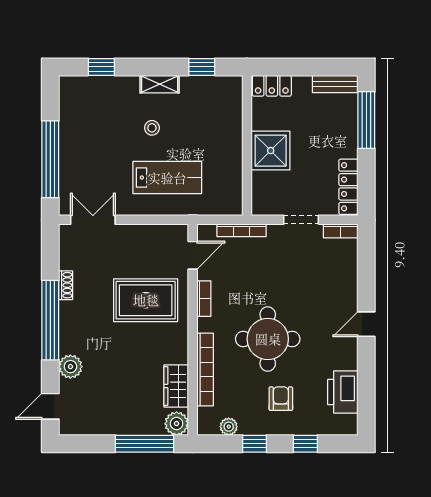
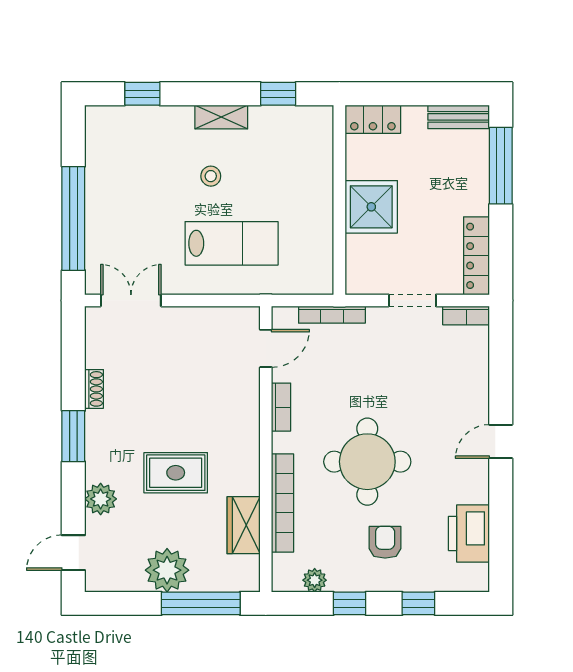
rug: (146, 300) -> (176, 473), moved, width x0.73, depth x0.70
window: (50, 320) -> (73, 436), width x0.47
plant: (177, 424) -> (167, 570), moved, width x1.36, depth x1.36

